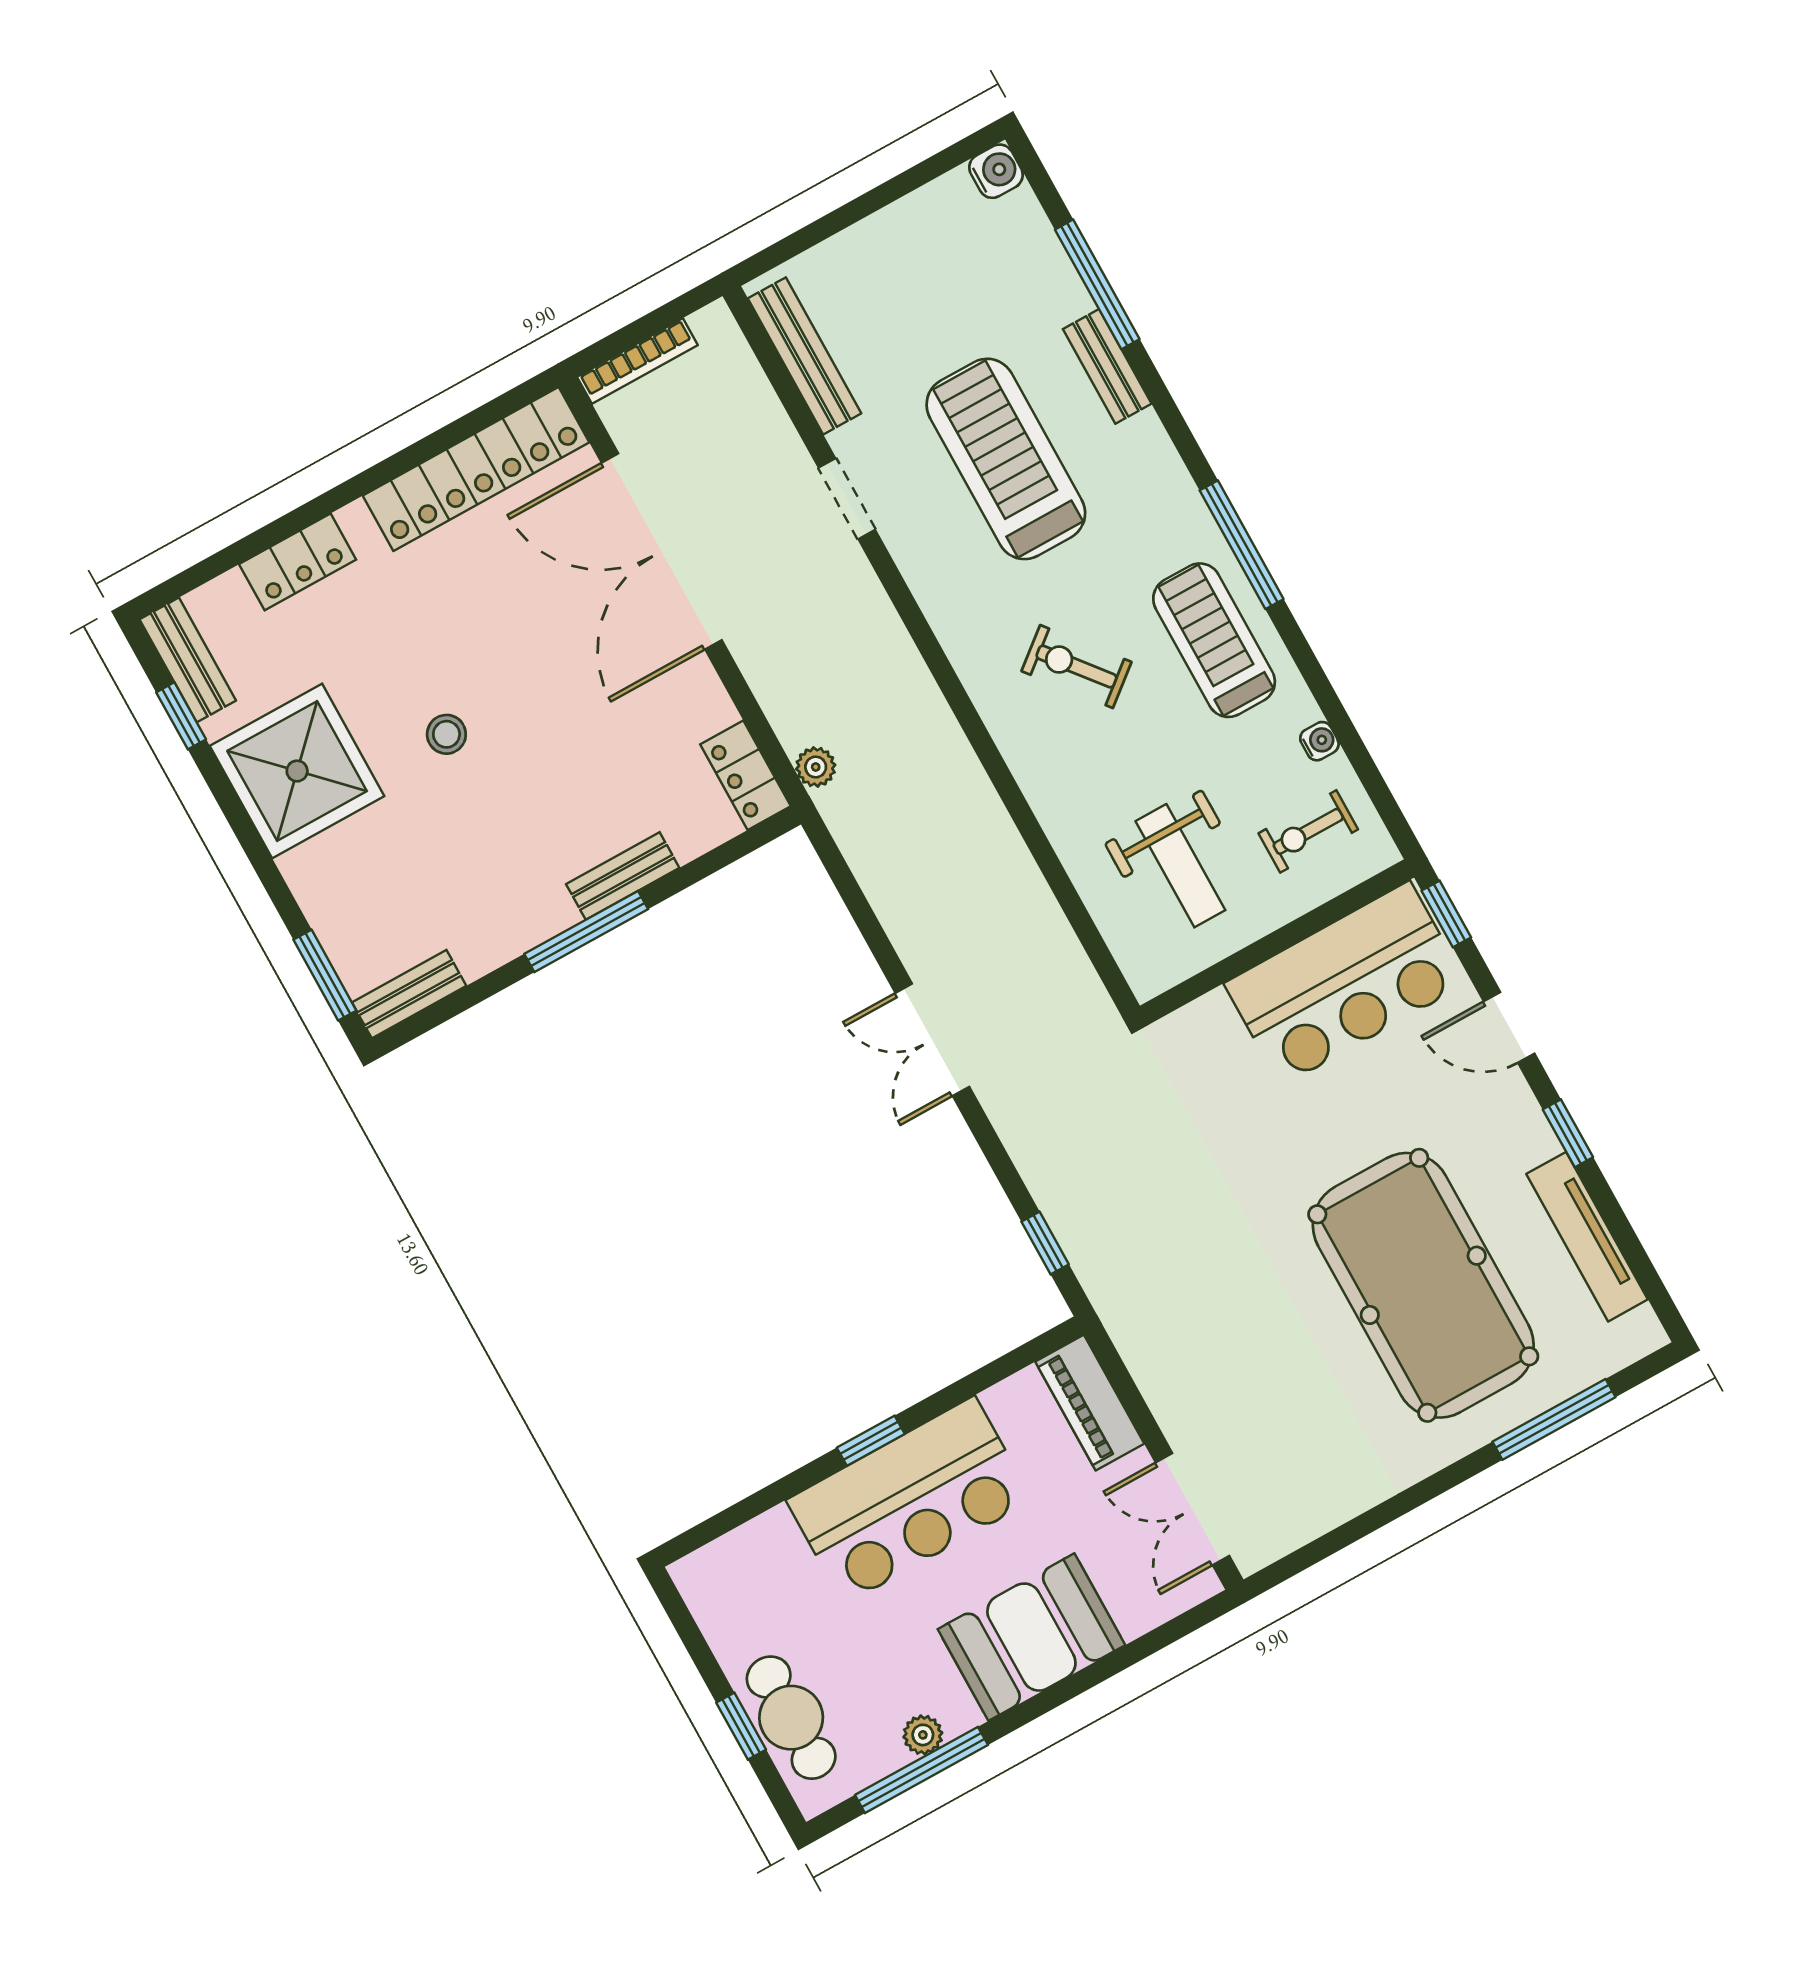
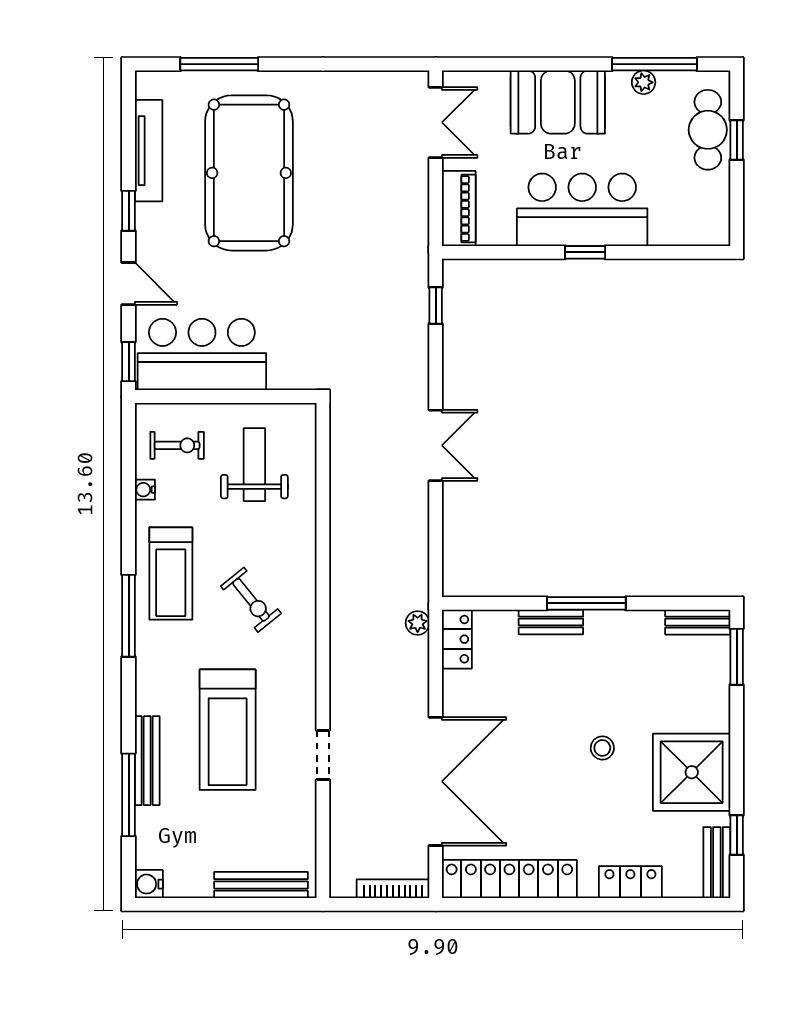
bench: (805, 356) -> (261, 885), moved, turned 90
bench: (1107, 366) -> (147, 761), width x1.36

